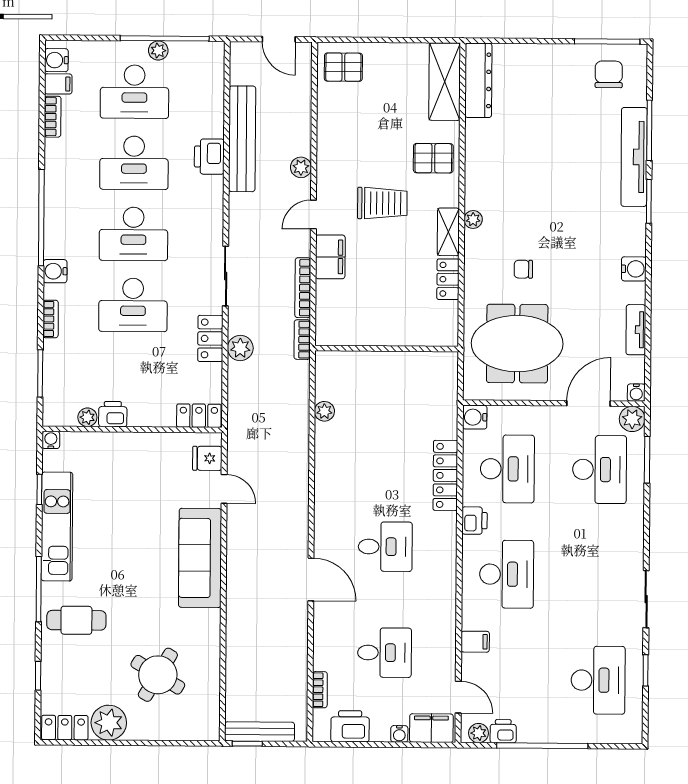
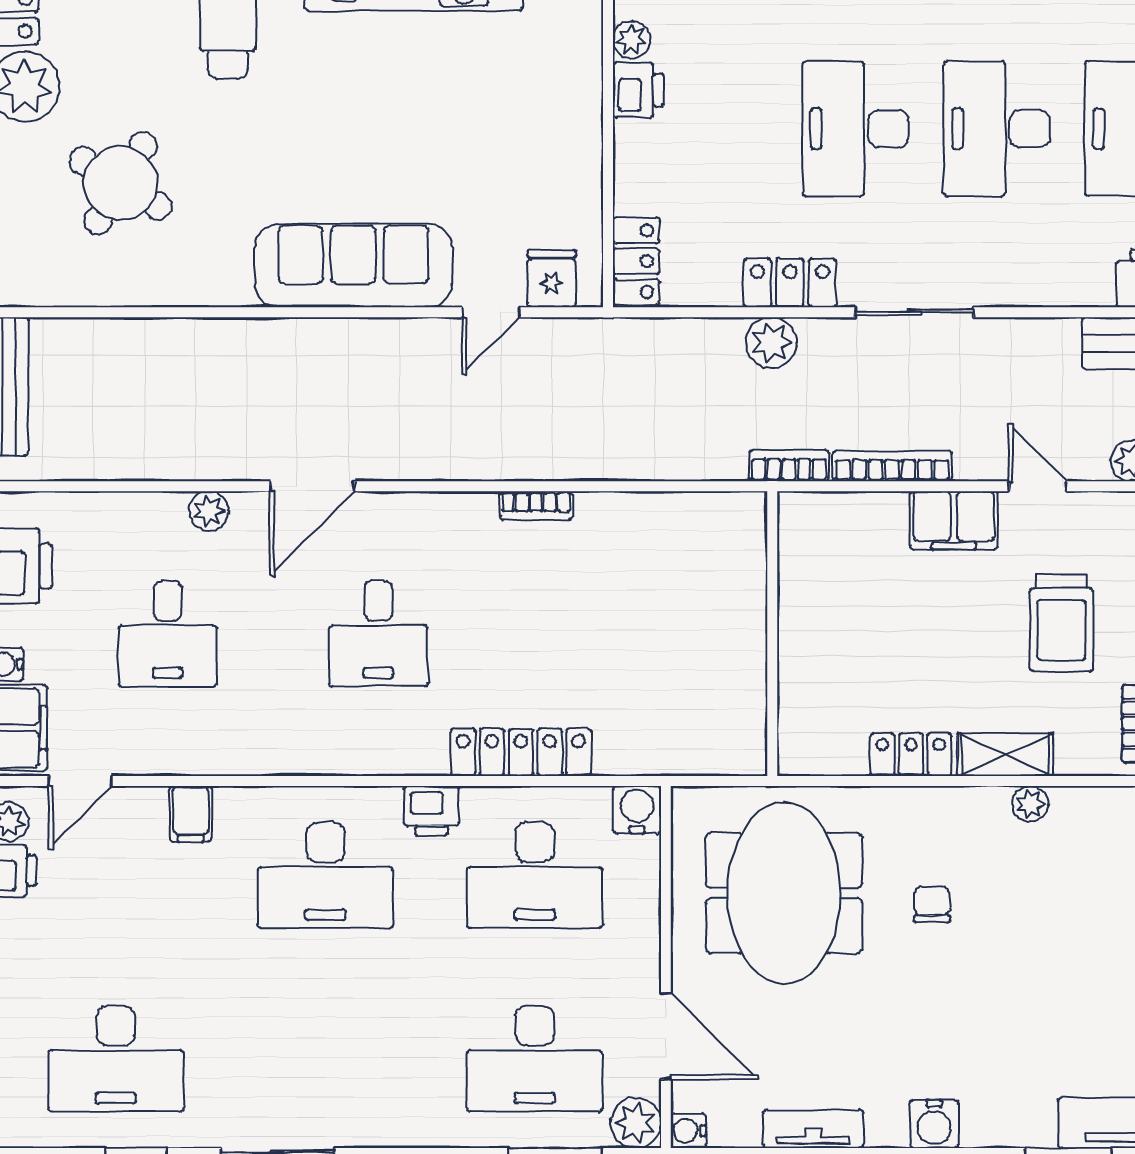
plant: (324, 411) -> (209, 511), moved
bookcase: (320, 690) -> (536, 506), moved

